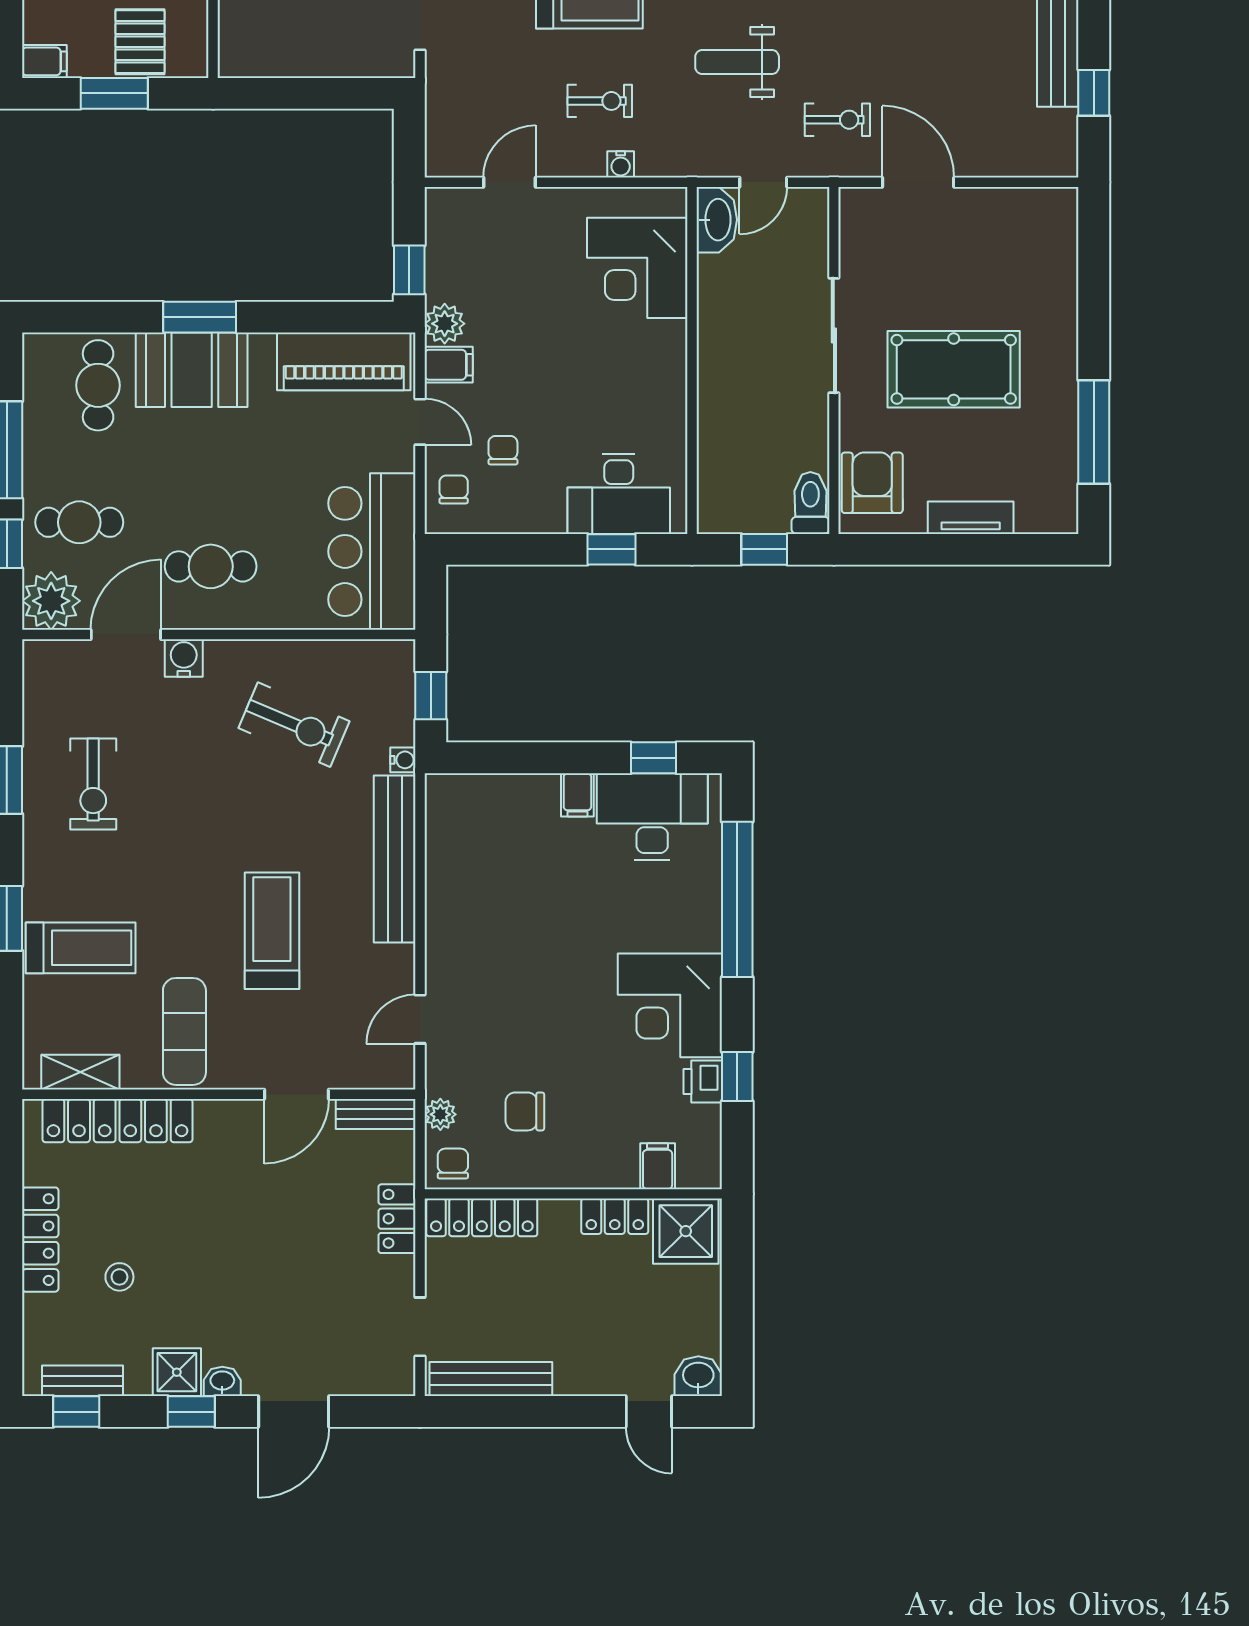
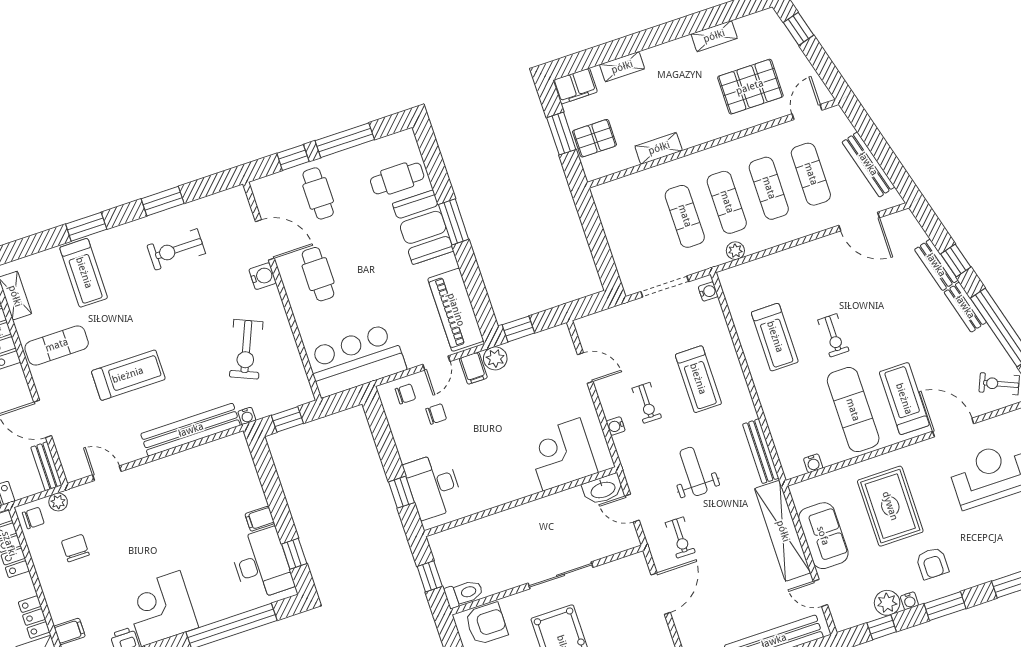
filing cabinet: (44, 61) -> (575, 86), width x2.00
plant: (51, 601) -> (270, 192), removed

